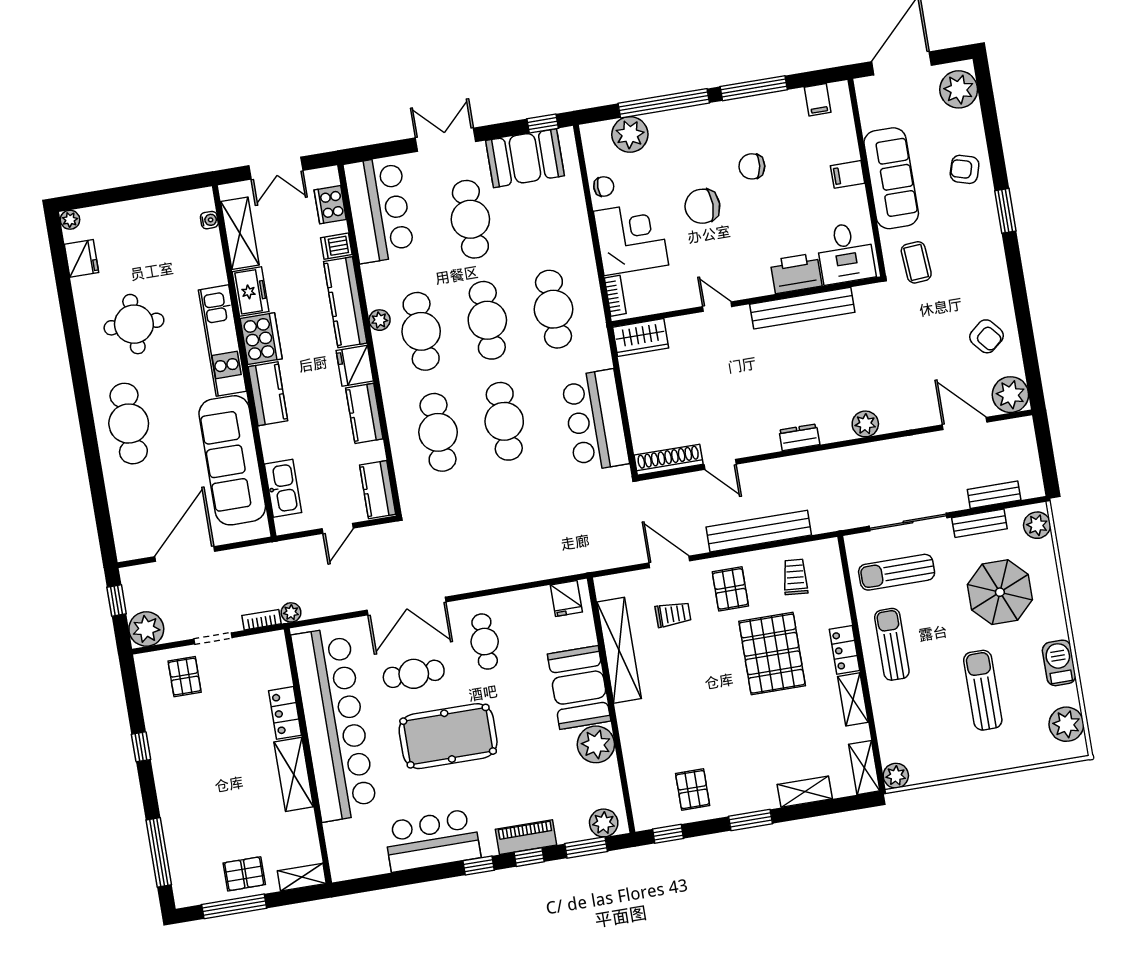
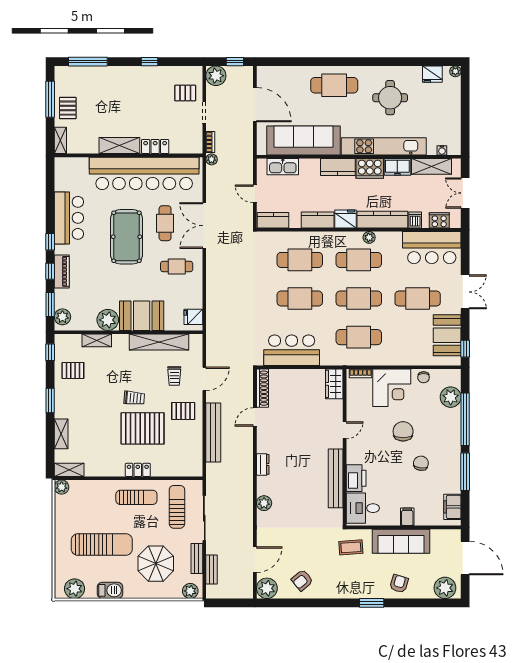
filing cabinet: (818, 100) -> (452, 507), width x2.00
kitchen unit: (222, 341) -> (384, 146), width x1.36
trolley: (795, 577) -> (134, 398), moved
sun lounger: (983, 690) -> (102, 545), width x1.36, depth x1.34
shelving: (853, 699) -> (97, 340), moved

